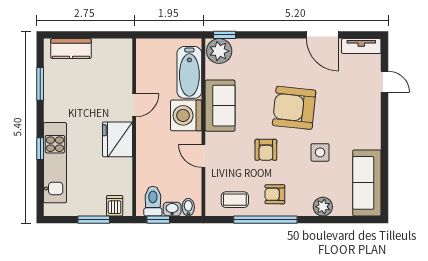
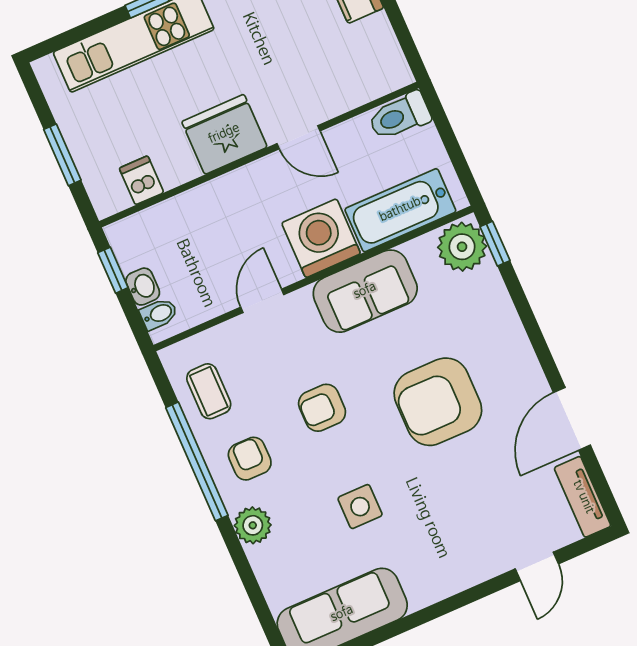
armchair: (294, 108) -> (438, 402), moved, turned -96
toilet: (153, 201) -> (400, 116), moved, turned 180
dishwasher: (115, 206) -> (142, 180), moved, turned -90
plant: (323, 207) -> (253, 525), moved

